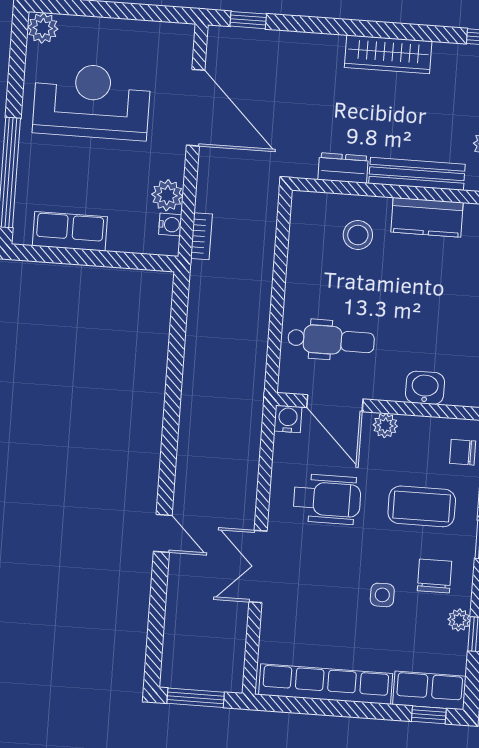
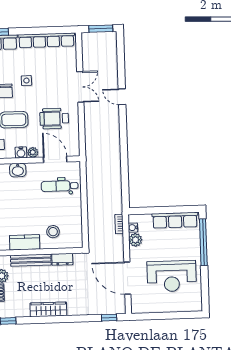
plant: (43, 28) -> (196, 305), removed
row of seats: (70, 231) -> (175, 220), width x1.48
water cooler: (288, 419) -> (21, 152), moved

